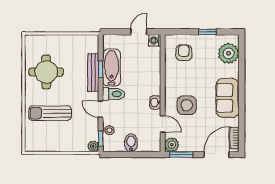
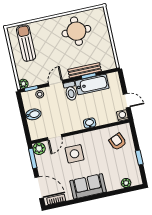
armchair: (184, 53) -> (118, 142), turned -113
plant: (228, 53) -> (126, 183), width x0.53, depth x0.53
washbasin: (155, 102) -> (90, 123), moved
sun lounger: (50, 113) -> (26, 43), moved

